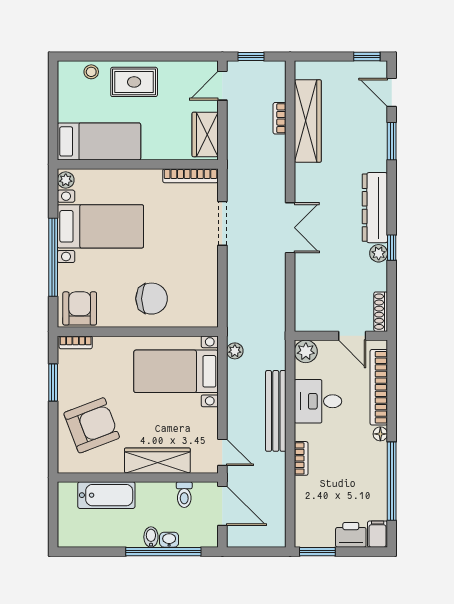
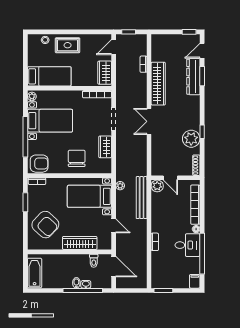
door: (392, 92) -> (202, 51), hinge flipped
wardrobe: (308, 121) -> (158, 84), moved
dresser: (375, 208) -> (193, 77), moved
double door: (290, 228) -> (149, 121), swing flipped
plant: (379, 253) -> (191, 139), width x1.88, depth x1.88
wardrobe: (206, 277) -> (105, 147), added
chair: (152, 299) -> (77, 158), turned -90
armchair: (80, 308) -> (39, 164), turned 90
door: (352, 336) -> (170, 178), moved
desk: (318, 401) -> (188, 245), moved, turned 180
bench: (276, 411) -> (142, 198), moved
armchair: (92, 425) -> (45, 225), turned 64
door: (222, 452) -> (114, 226), moved
bathtub: (106, 495) -> (35, 273), moved, turned -90
printer: (351, 535) -> (181, 282), removed

